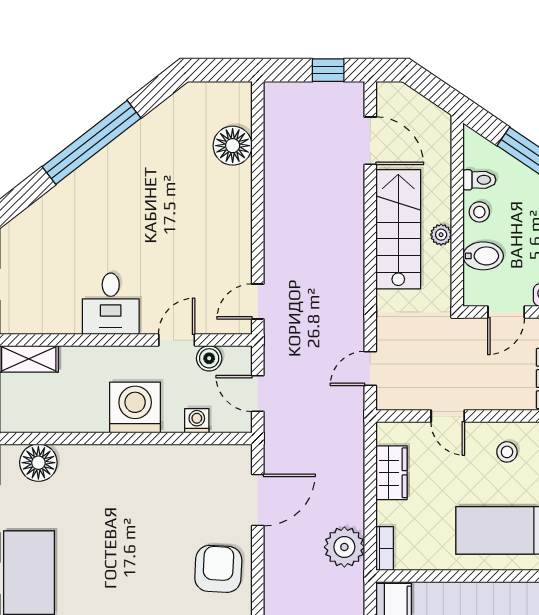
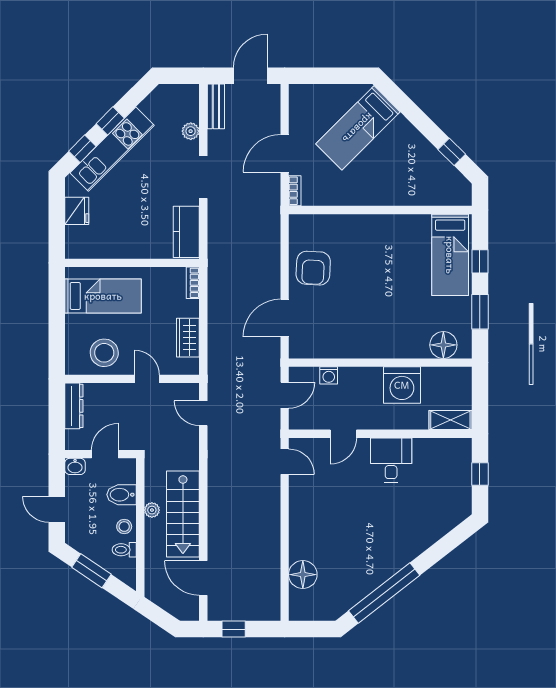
window: (92, 142) -> (384, 593), moved
door: (258, 301) -> (285, 462), hinge flipped
boiler: (209, 358) -> (320, 421), removed
door: (370, 368) -> (203, 413), swing flipped
door: (258, 393) -> (285, 395), hinge flipped
washing machine: (135, 407) -> (402, 385), moved
stool: (507, 452) -> (104, 353), width x1.89, depth x1.89
plant: (344, 547) -> (222, 284), removed

